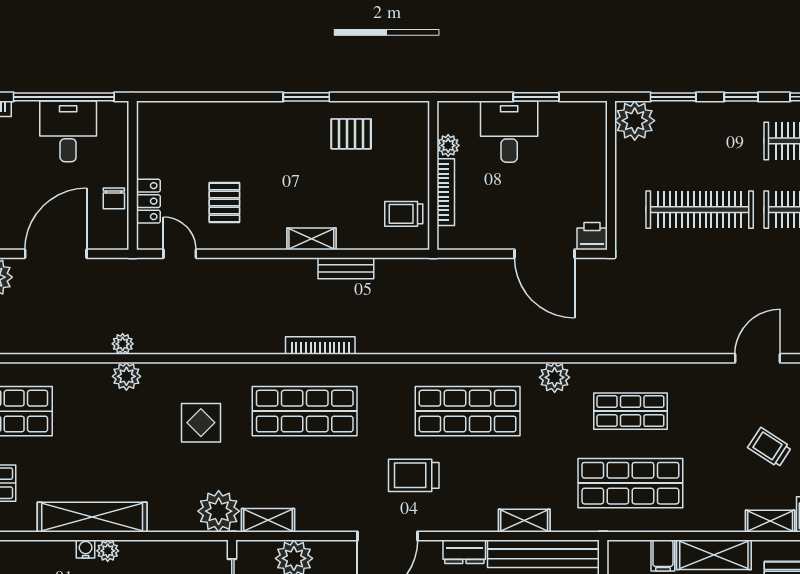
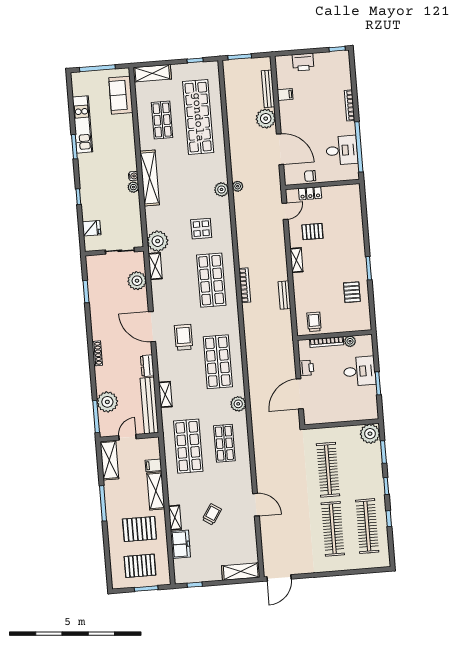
printer: (592, 236) -> (306, 368), moved
shelving: (311, 239) -> (296, 260), moved

